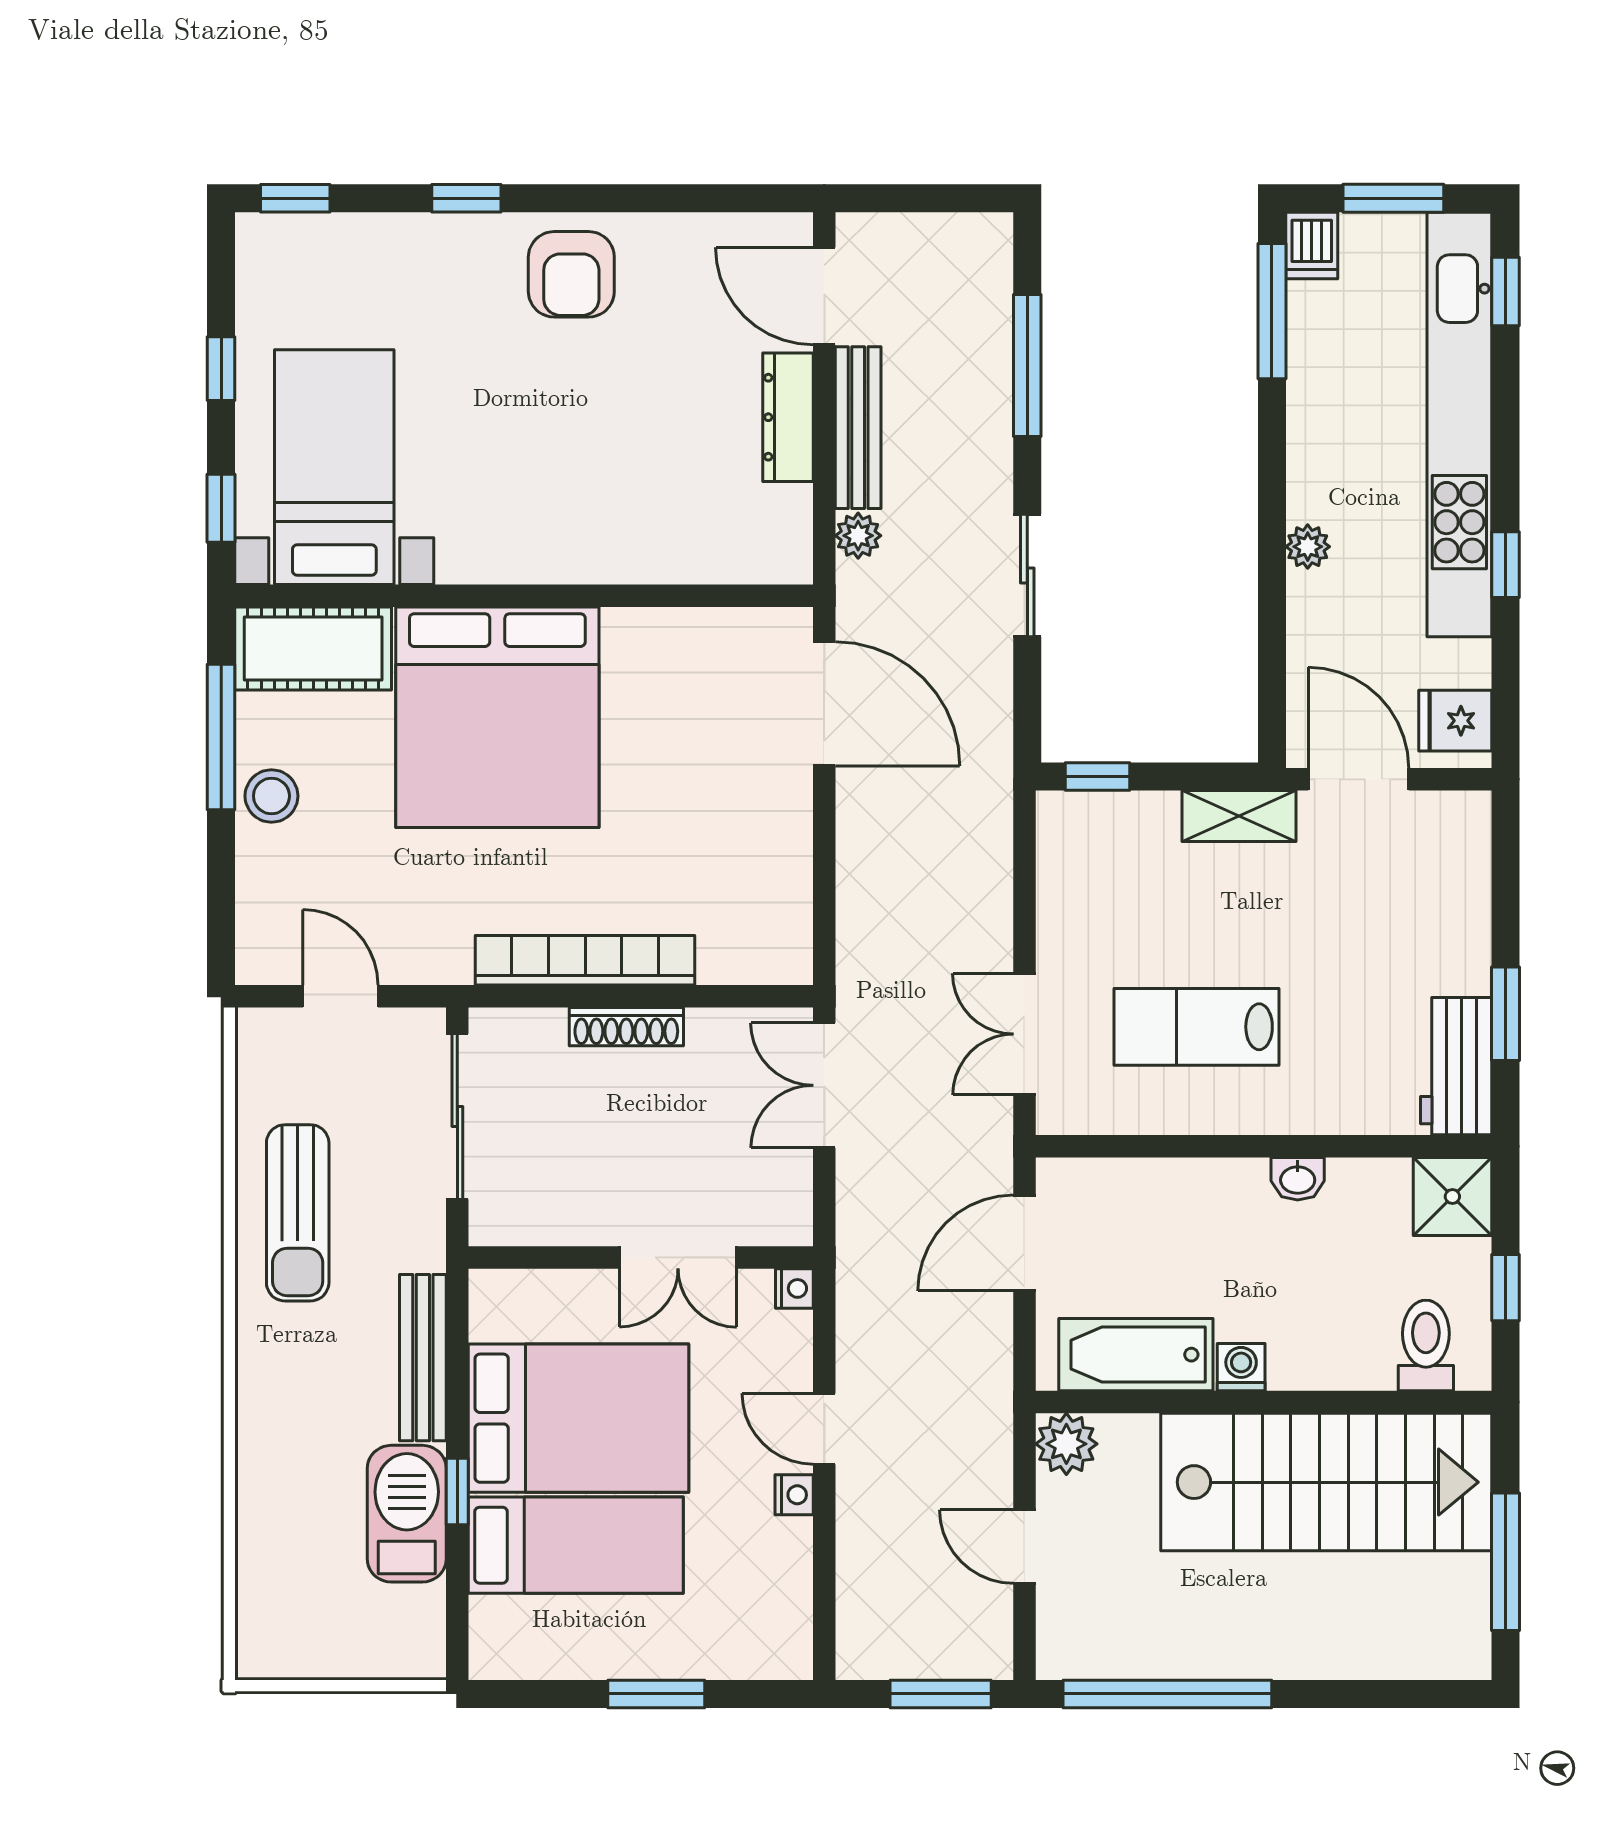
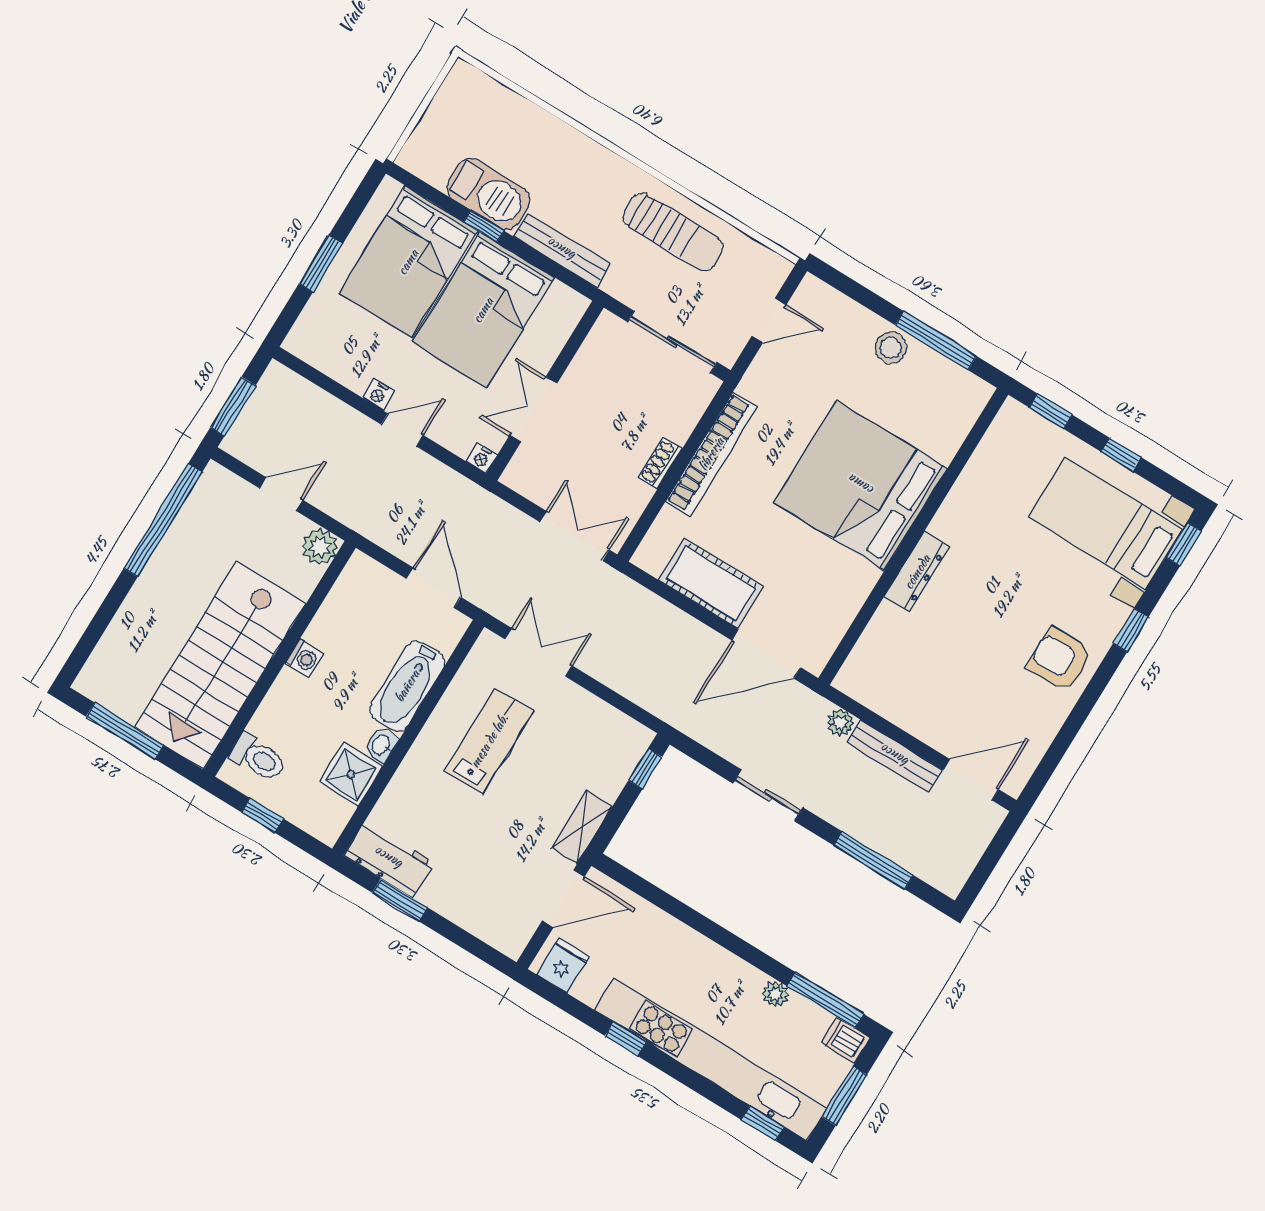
dresser: (788, 417) -> (917, 572), moved, turned 90
bed with nightstands: (334, 467) -> (1106, 523), moved, turned 180
plant: (1308, 547) -> (775, 994), moved
cot: (313, 649) -> (711, 583), moved, turned 90
shoe rack: (626, 1027) -> (660, 463), width x0.70
shower: (1452, 1197) -> (351, 775), moved
sun lounger: (298, 1213) -> (673, 232), turned 180
bathtub: (1136, 1355) -> (407, 686), moved, turned 180
bed: (576, 1545) -> (408, 262), width x1.50

